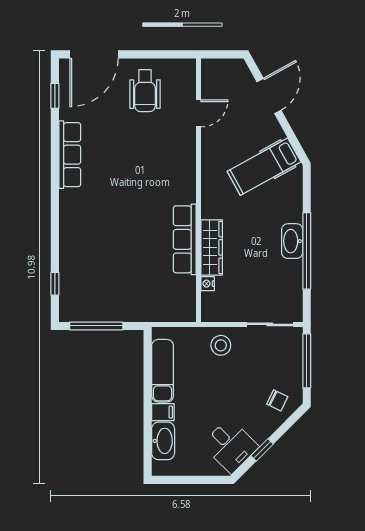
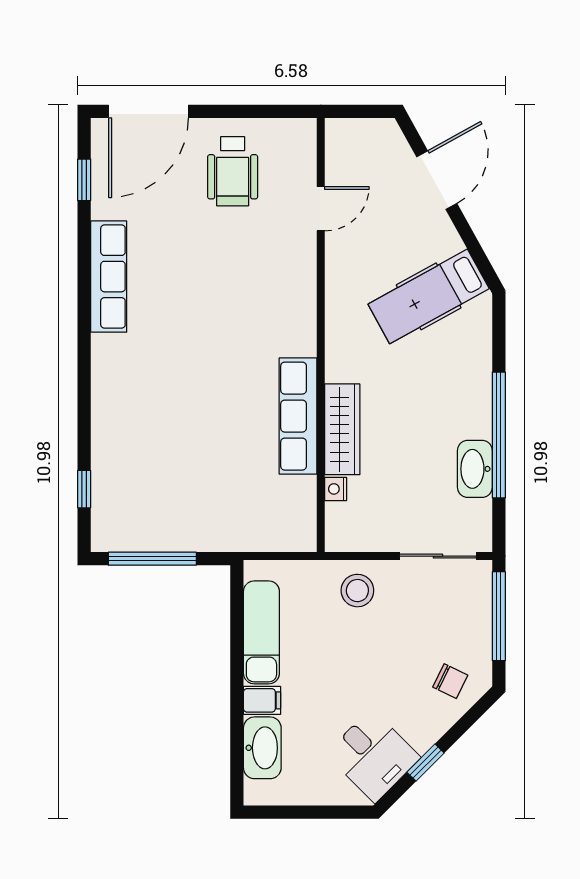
washbasin: (292, 241) -> (475, 469), moved

